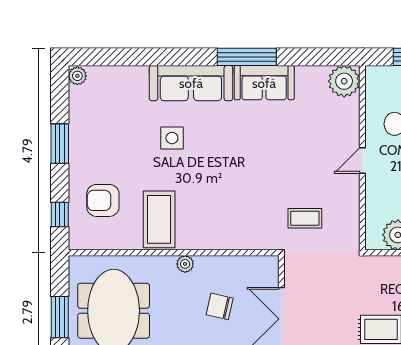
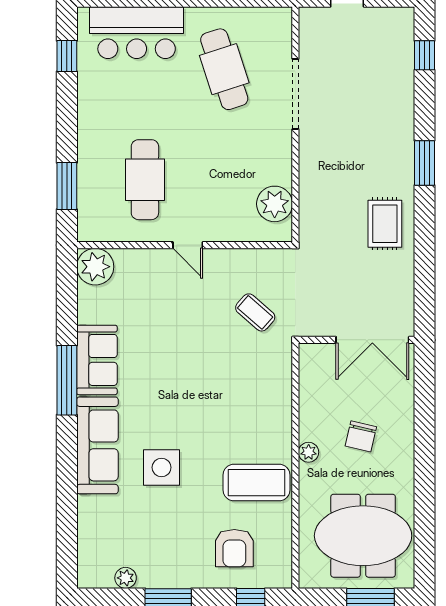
plant: (77, 76) -> (126, 578), moved
side table: (172, 138) -> (162, 467), width x1.37, depth x1.37
coffee table: (305, 218) -> (255, 312), turned -49
chair: (220, 306) -> (361, 436), moved

